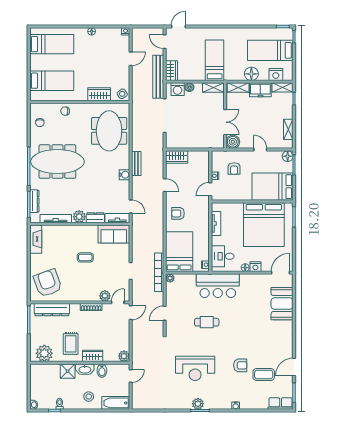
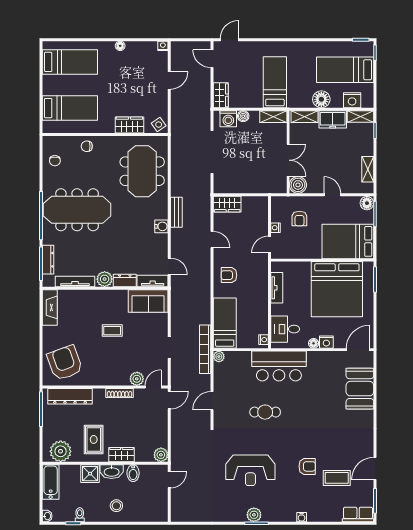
bench: (158, 77) -> (204, 103), removed
bed: (179, 252) -> (225, 323), width x0.67
bathtub: (116, 403) -> (51, 482), moved, turned 90

